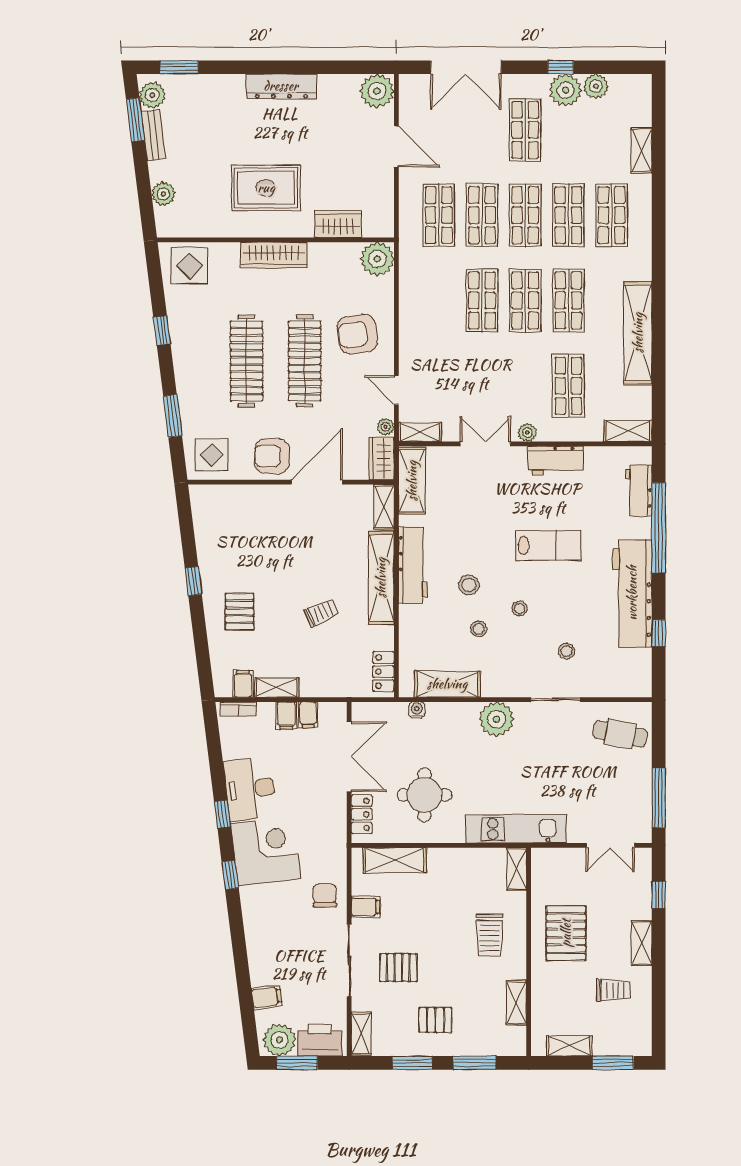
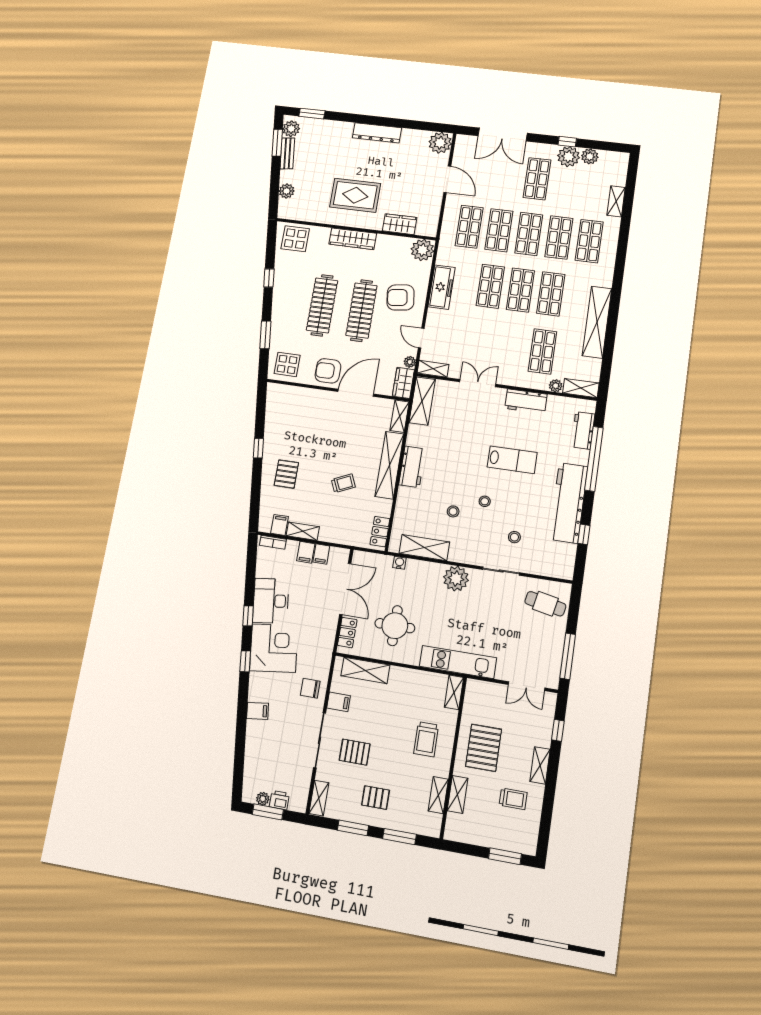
freezer: (413, 311) -> (442, 287), added
plant: (527, 433) -> (556, 386), moved
workbench: (413, 565) -> (412, 467), width x0.73
stool: (469, 585) -> (451, 479), removed
chair: (325, 896) -> (310, 688), turned -90
filing cabinet: (267, 997) -> (258, 711), moved
plant: (279, 1040) -> (263, 799), width x0.53, depth x0.53
printer: (320, 1040) -> (279, 800), width x0.53, depth x0.68
shelving: (569, 1046) -> (457, 794), moved, turned 90

